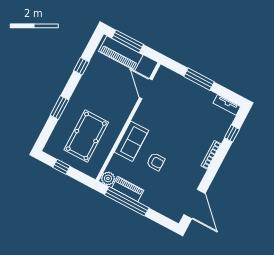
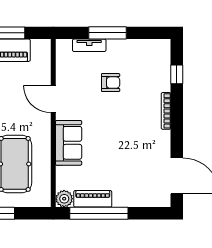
door: (146, 89) -> (53, 99), moved
tv unit: (227, 105) -> (89, 45), moved
armchair: (156, 162) -> (111, 83), moved

